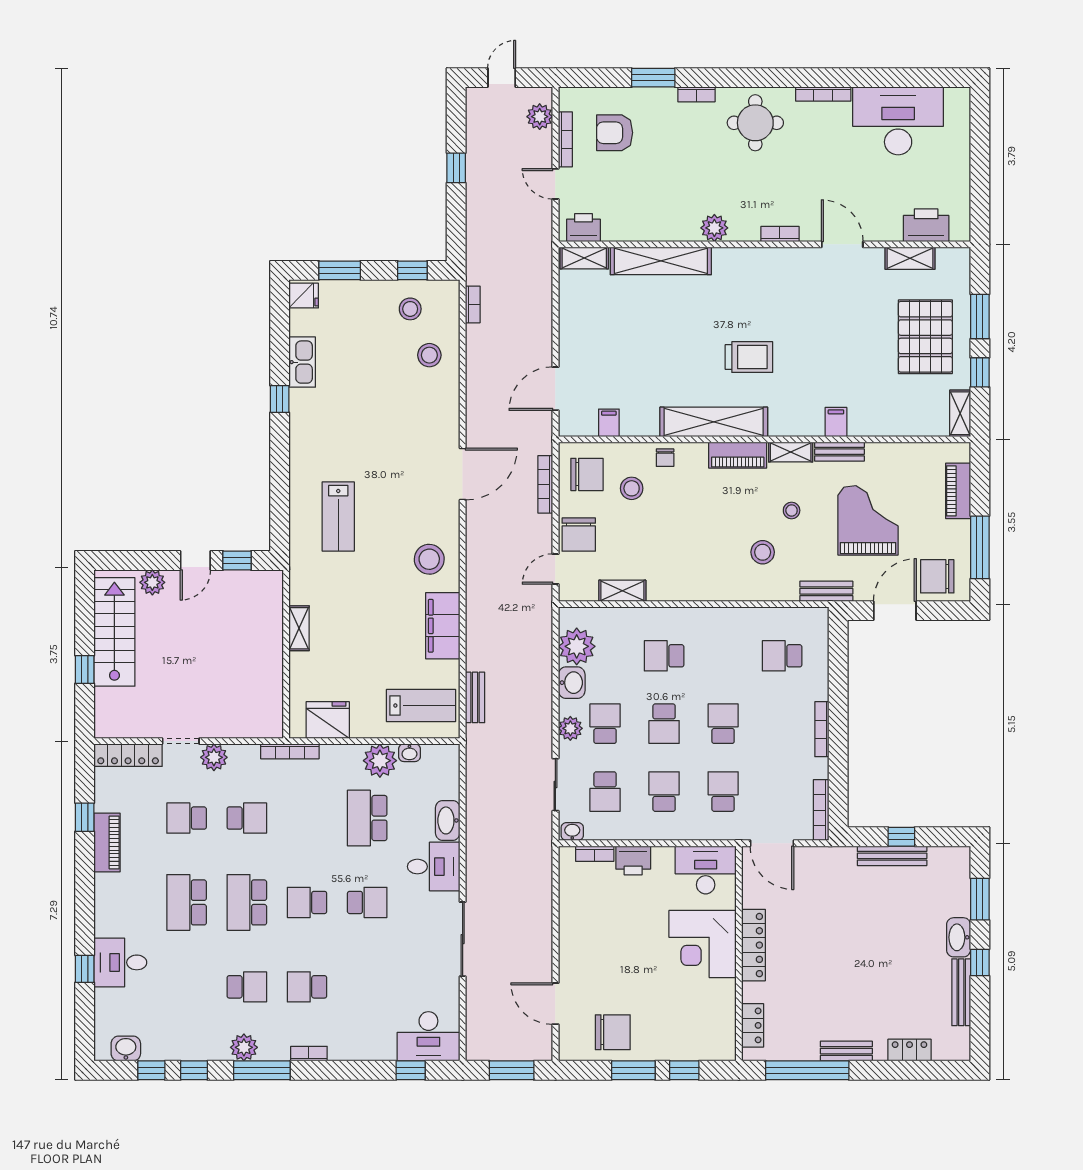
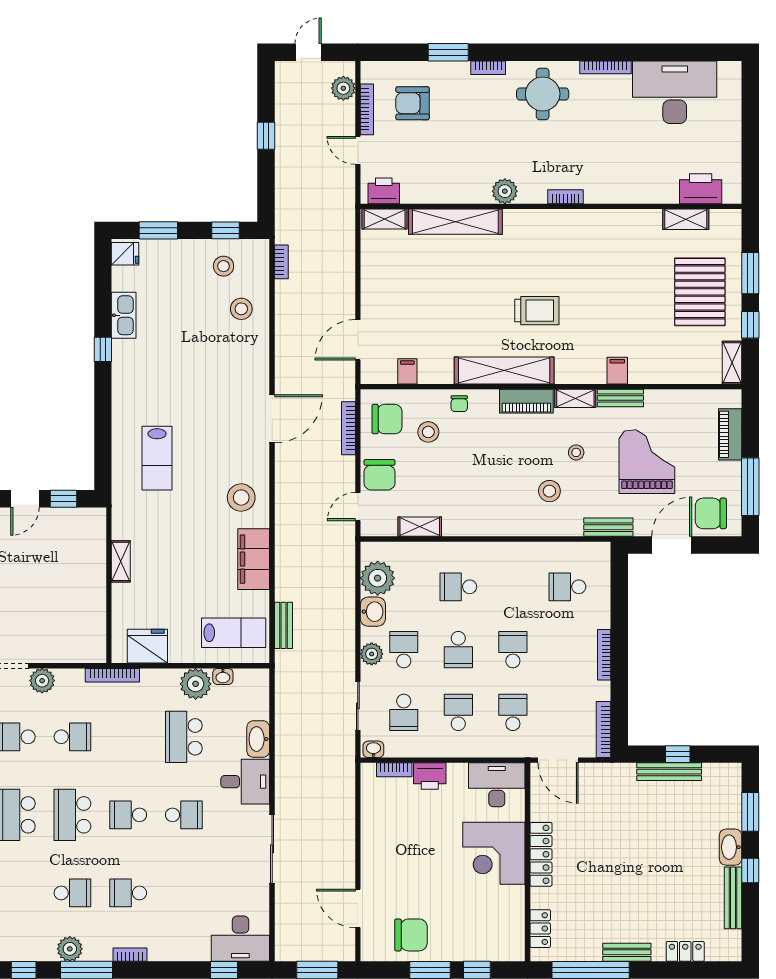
door: (842, 244) -> (623, 206), removed

